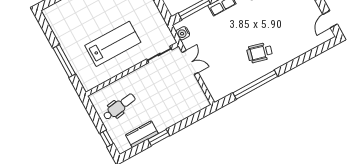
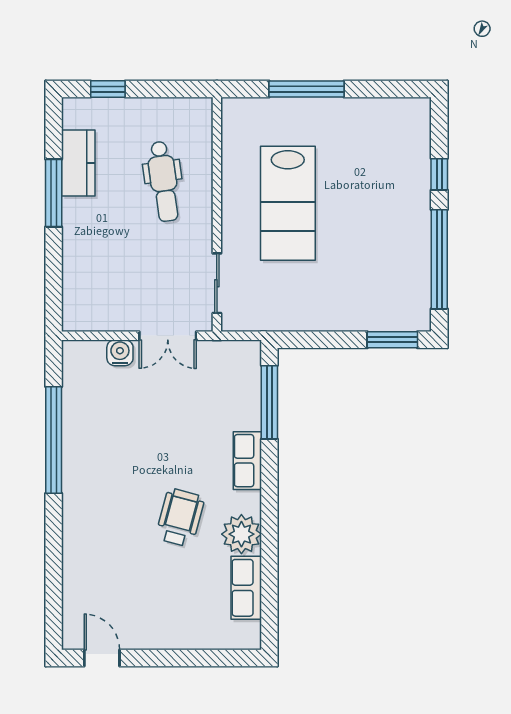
water cooler: (183, 33) -> (120, 353), moved
wheelchair: (260, 53) -> (180, 518), moved
dental chair: (119, 107) -> (164, 181), moved
window: (159, 137) -> (54, 193), width x1.44

